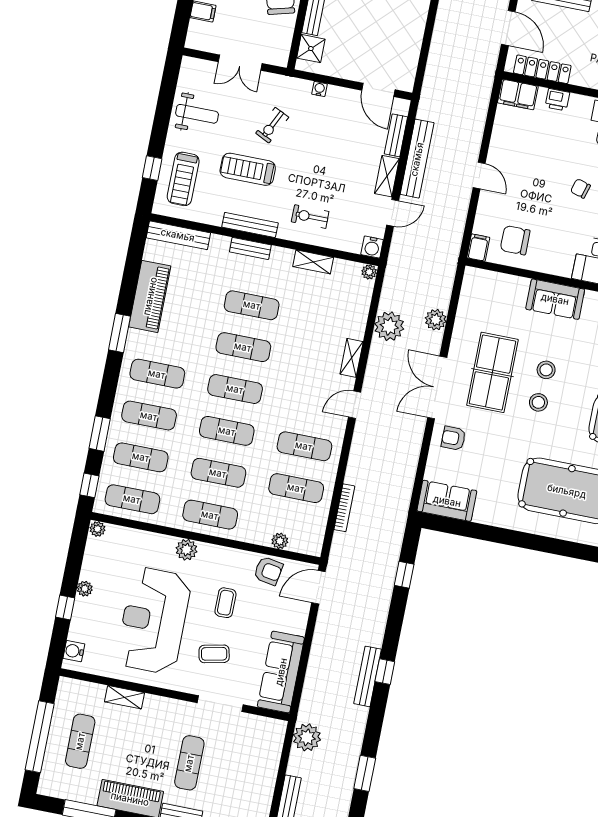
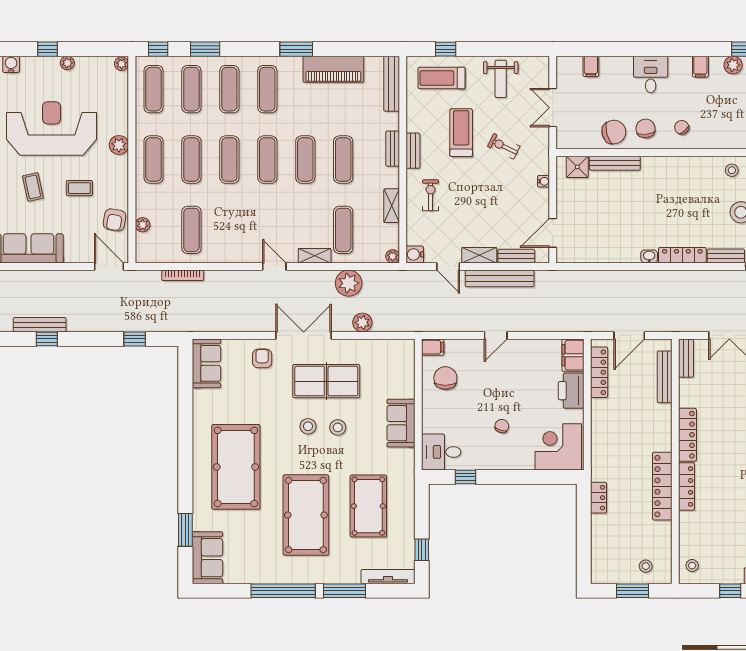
printer: (557, 100) -> (571, 391), width x1.87, depth x1.48
bench: (250, 225) -> (413, 151), width x0.73
exercise mat: (304, 446) -> (343, 230), moved

